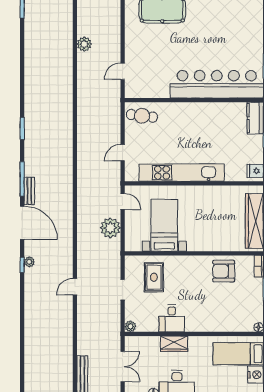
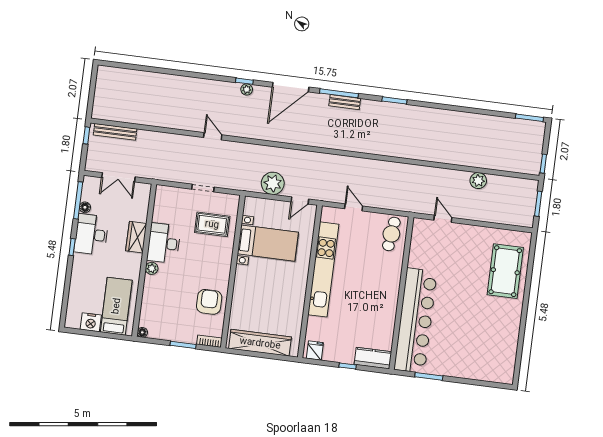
bench: (29, 191) -> (345, 102), moved
desk: (172, 318) -> (164, 243), width x1.37
plant: (130, 326) -> (152, 268), moved

